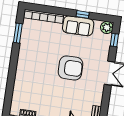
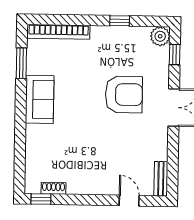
sofa: (78, 26) -> (40, 99), moved, turned -90
armchair: (70, 68) -> (124, 95), moved

